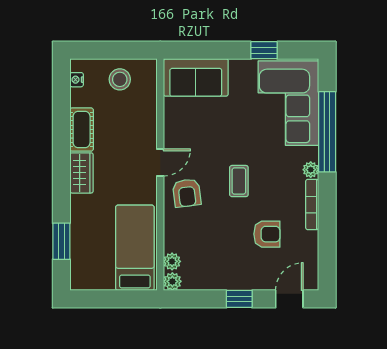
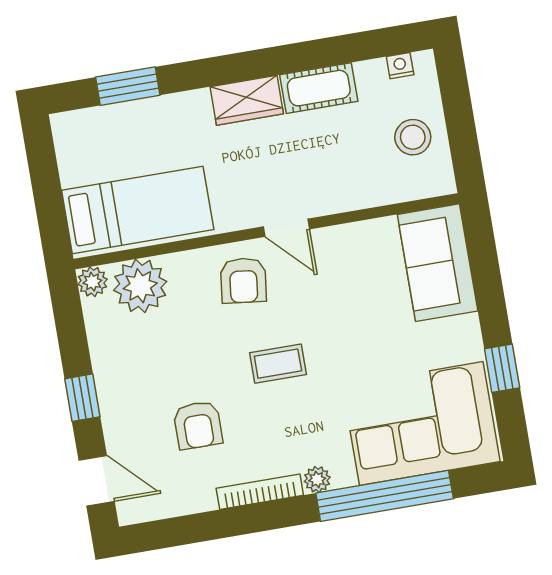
armchair: (187, 193) -> (243, 280), turned -76
plant: (172, 261) -> (140, 286), width x1.88, depth x1.88

